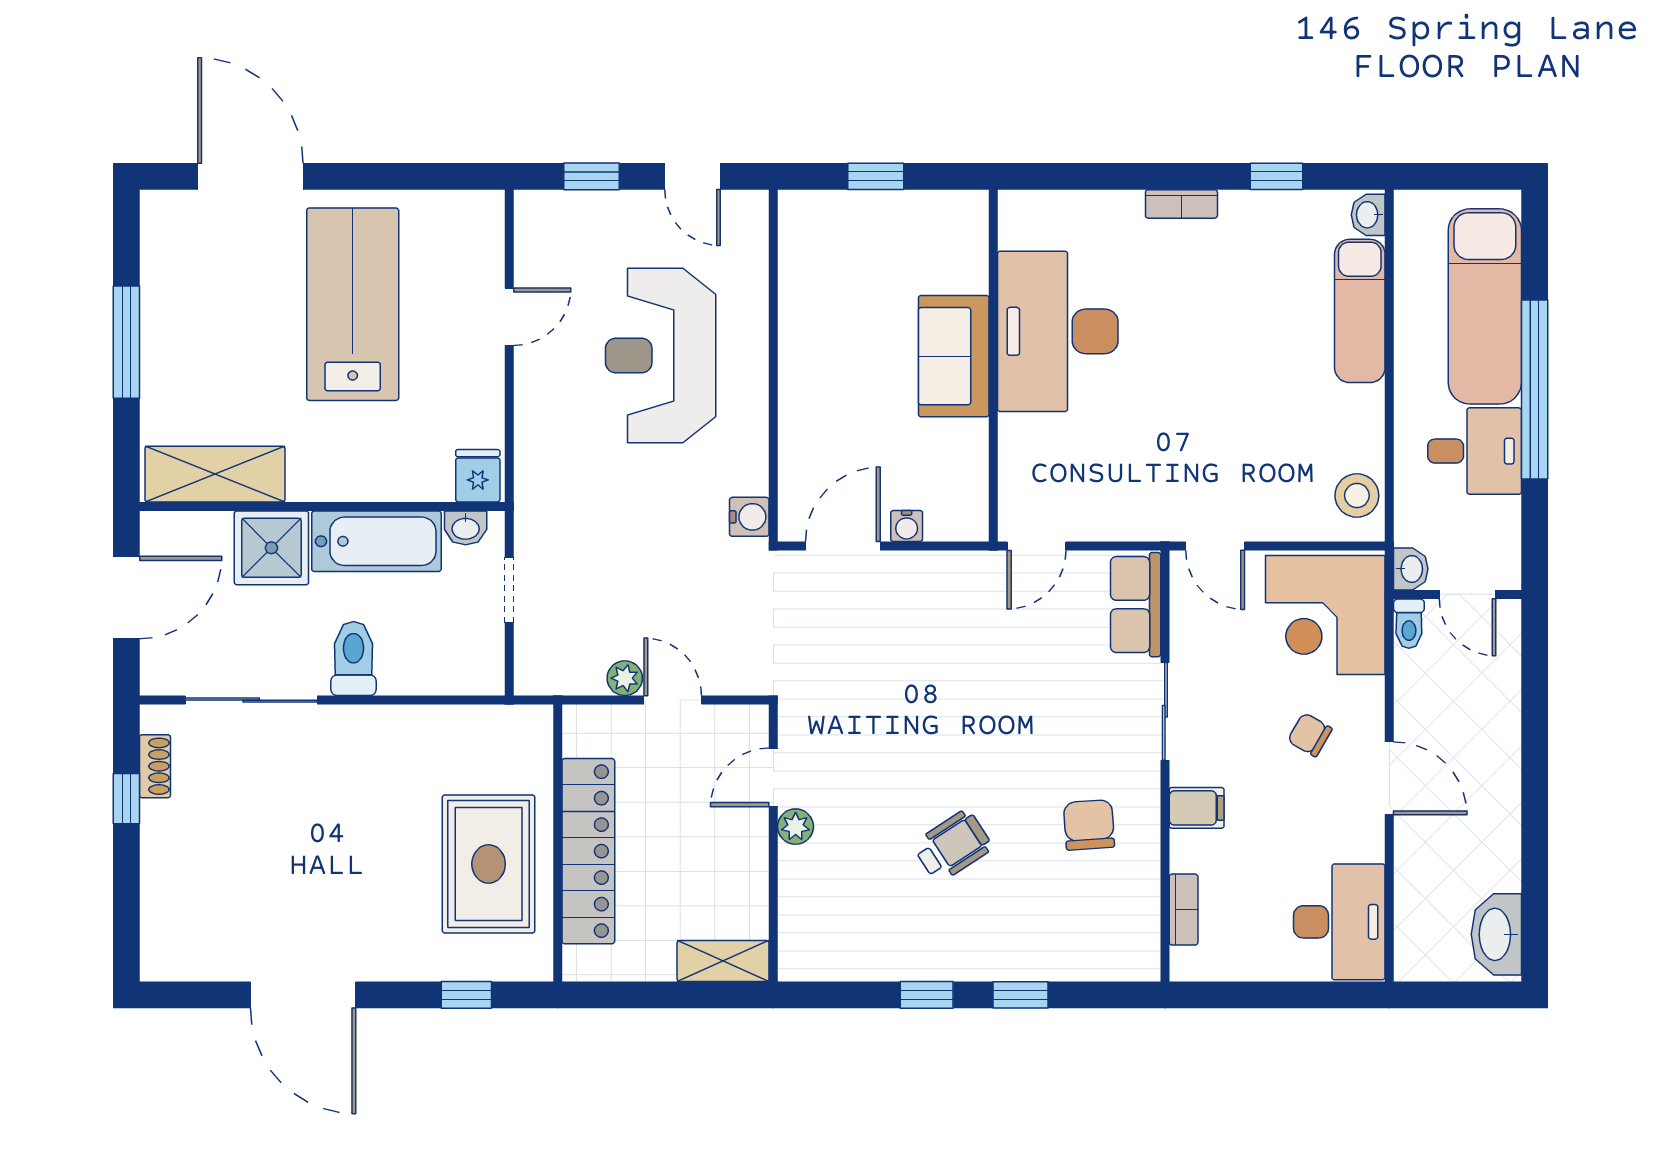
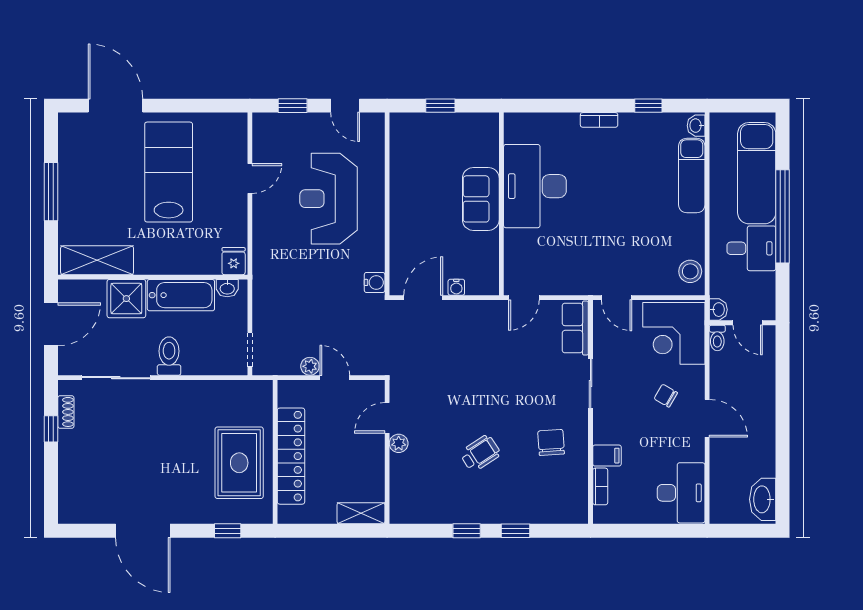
doorway: (509, 590) -> (250, 350), moved
filing cabinet: (1197, 808) -> (607, 456), moved

